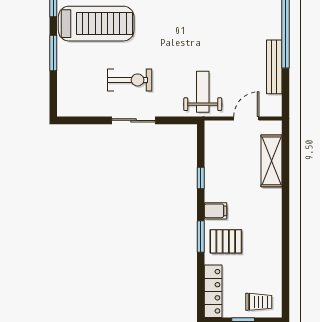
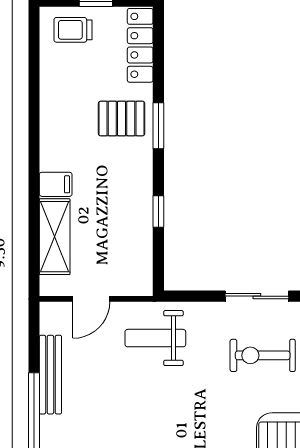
weight bench: (203, 92) -> (155, 338), turned 90
filing cabinet: (215, 211) -> (56, 184), moved, turned 180

